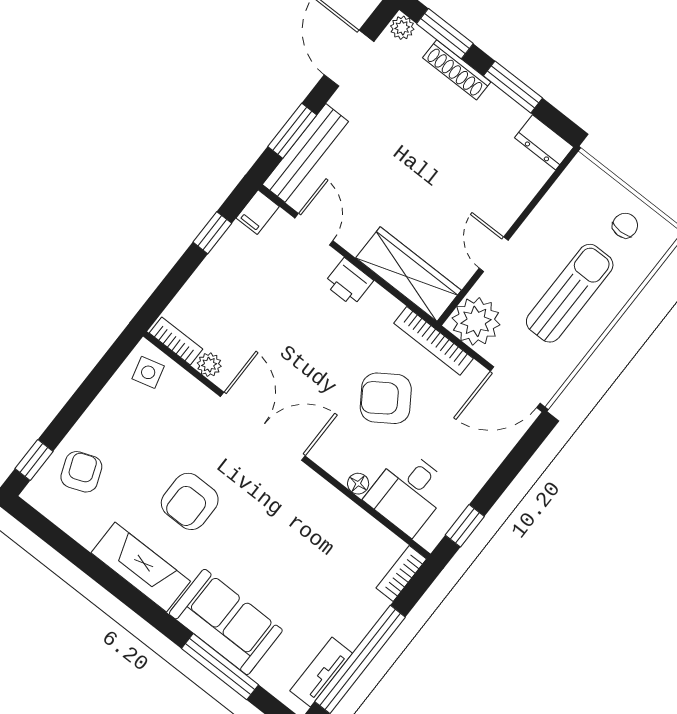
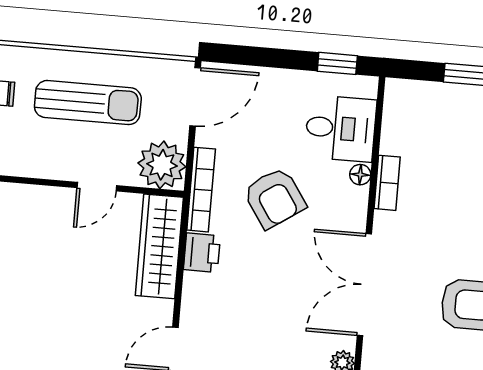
printer: (349, 282) -> (202, 253), moved
sun lounger: (570, 293) -> (88, 103), turned 180
door: (515, 387) -> (195, 97), hinge flipped
bookcase: (401, 573) -> (387, 183), moved, turned -90

